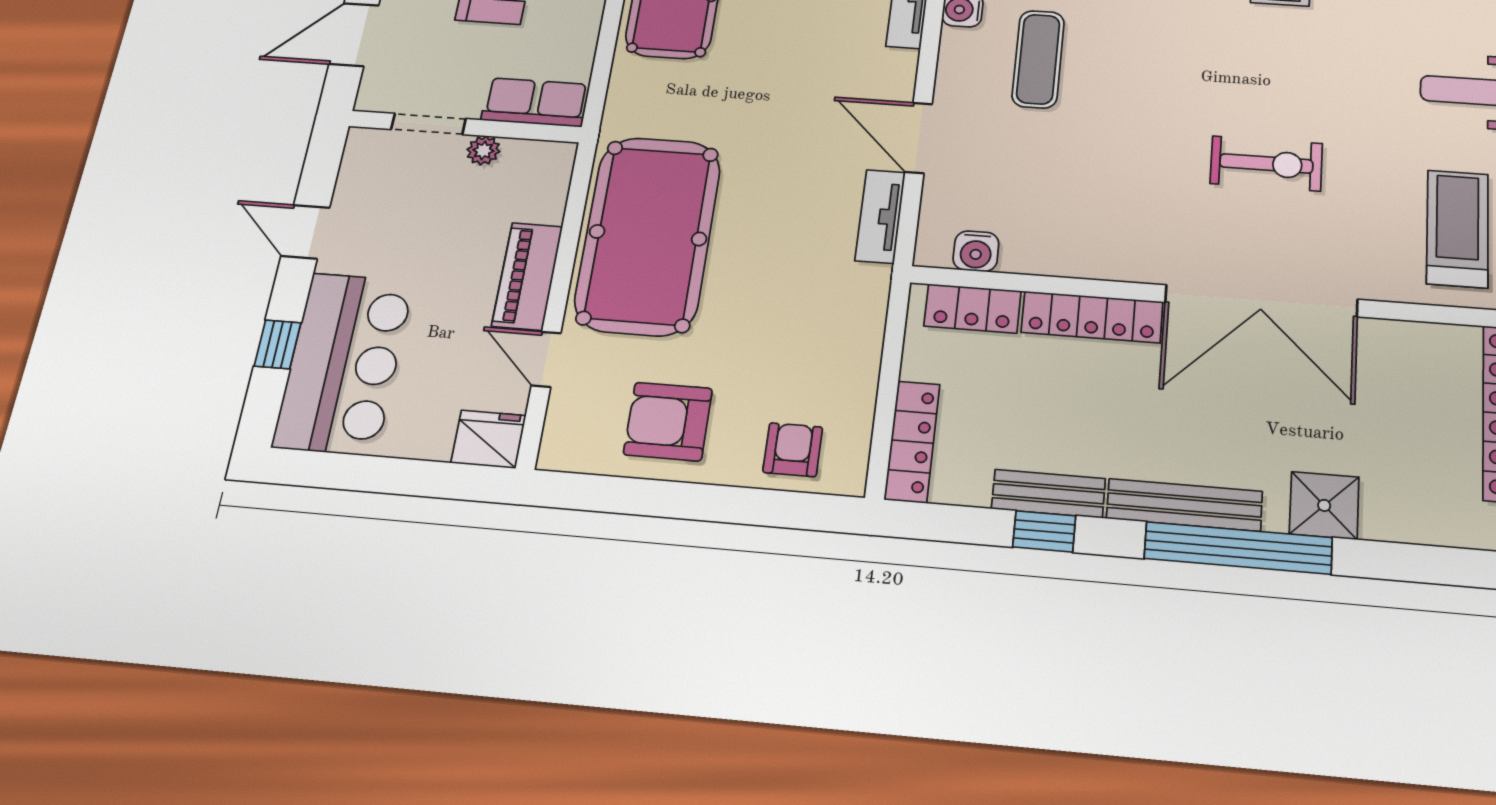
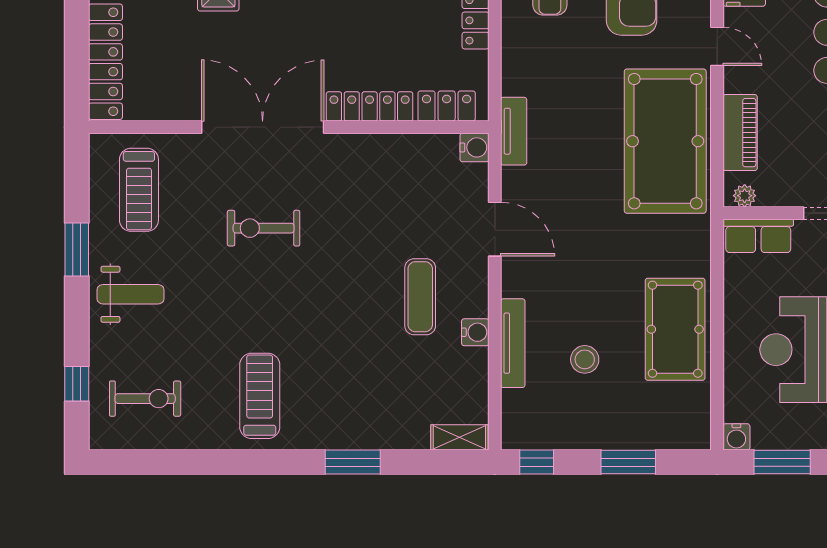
plant: (483, 150) -> (745, 196), moved
tv unit: (880, 216) -> (514, 131), moved
water cooler: (976, 251) -> (474, 147), moved, turned 90
piano: (527, 276) -> (740, 133), moved

